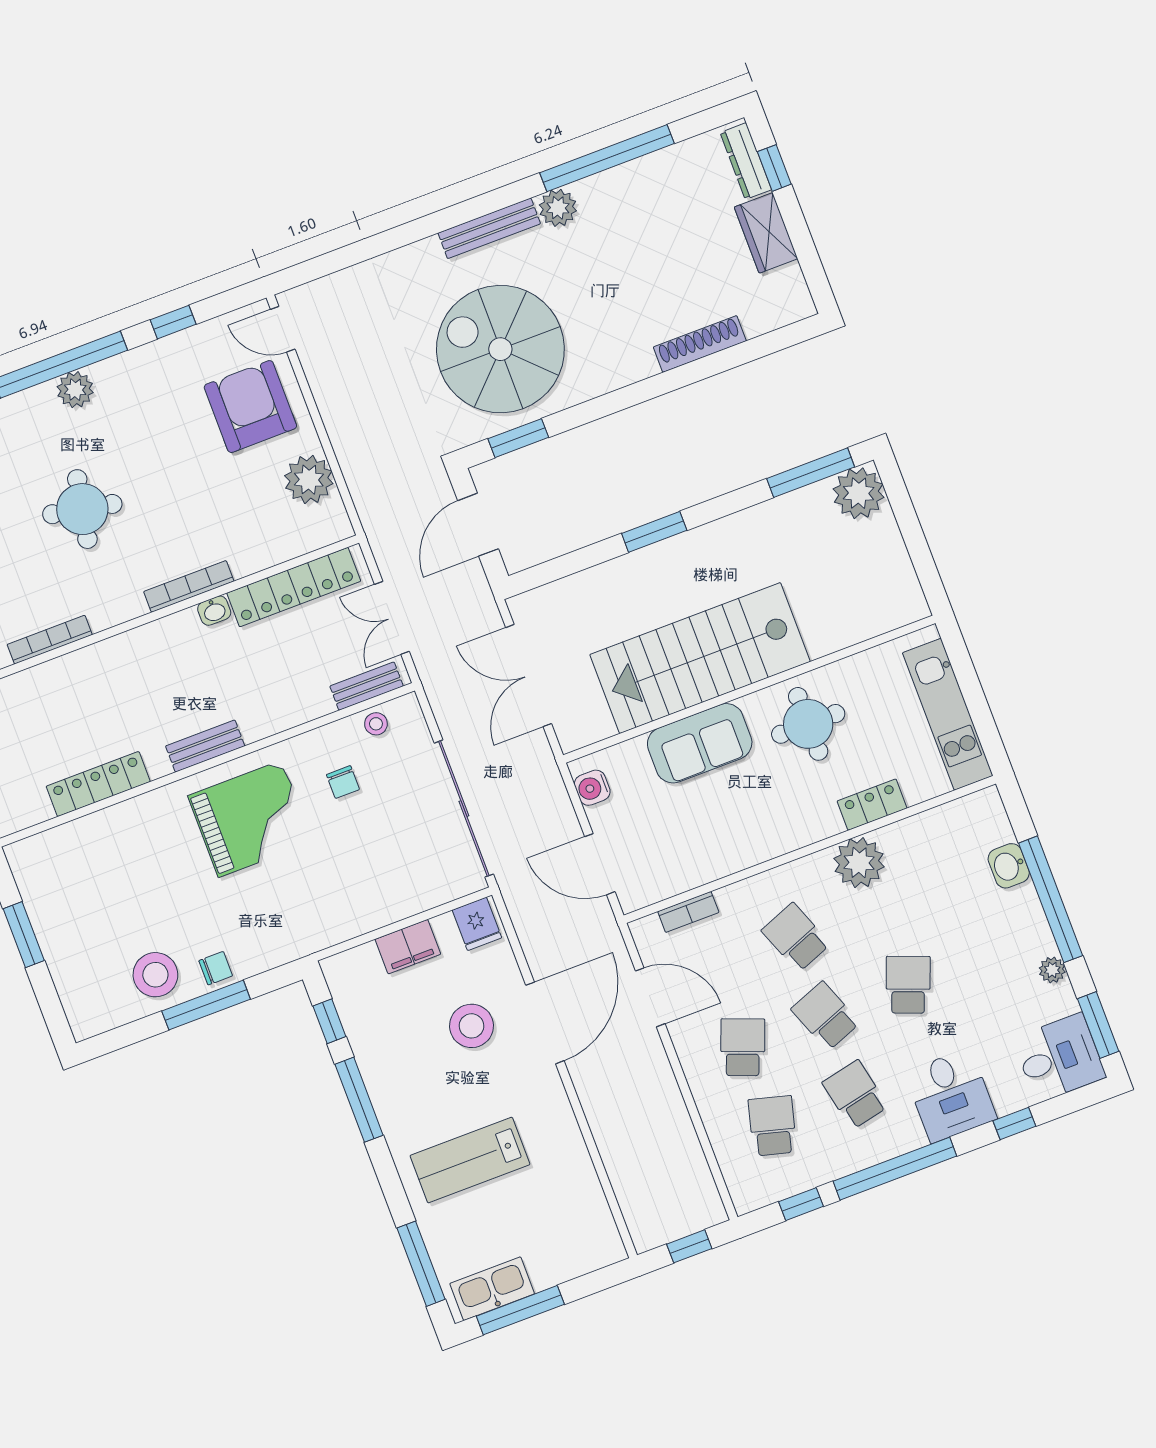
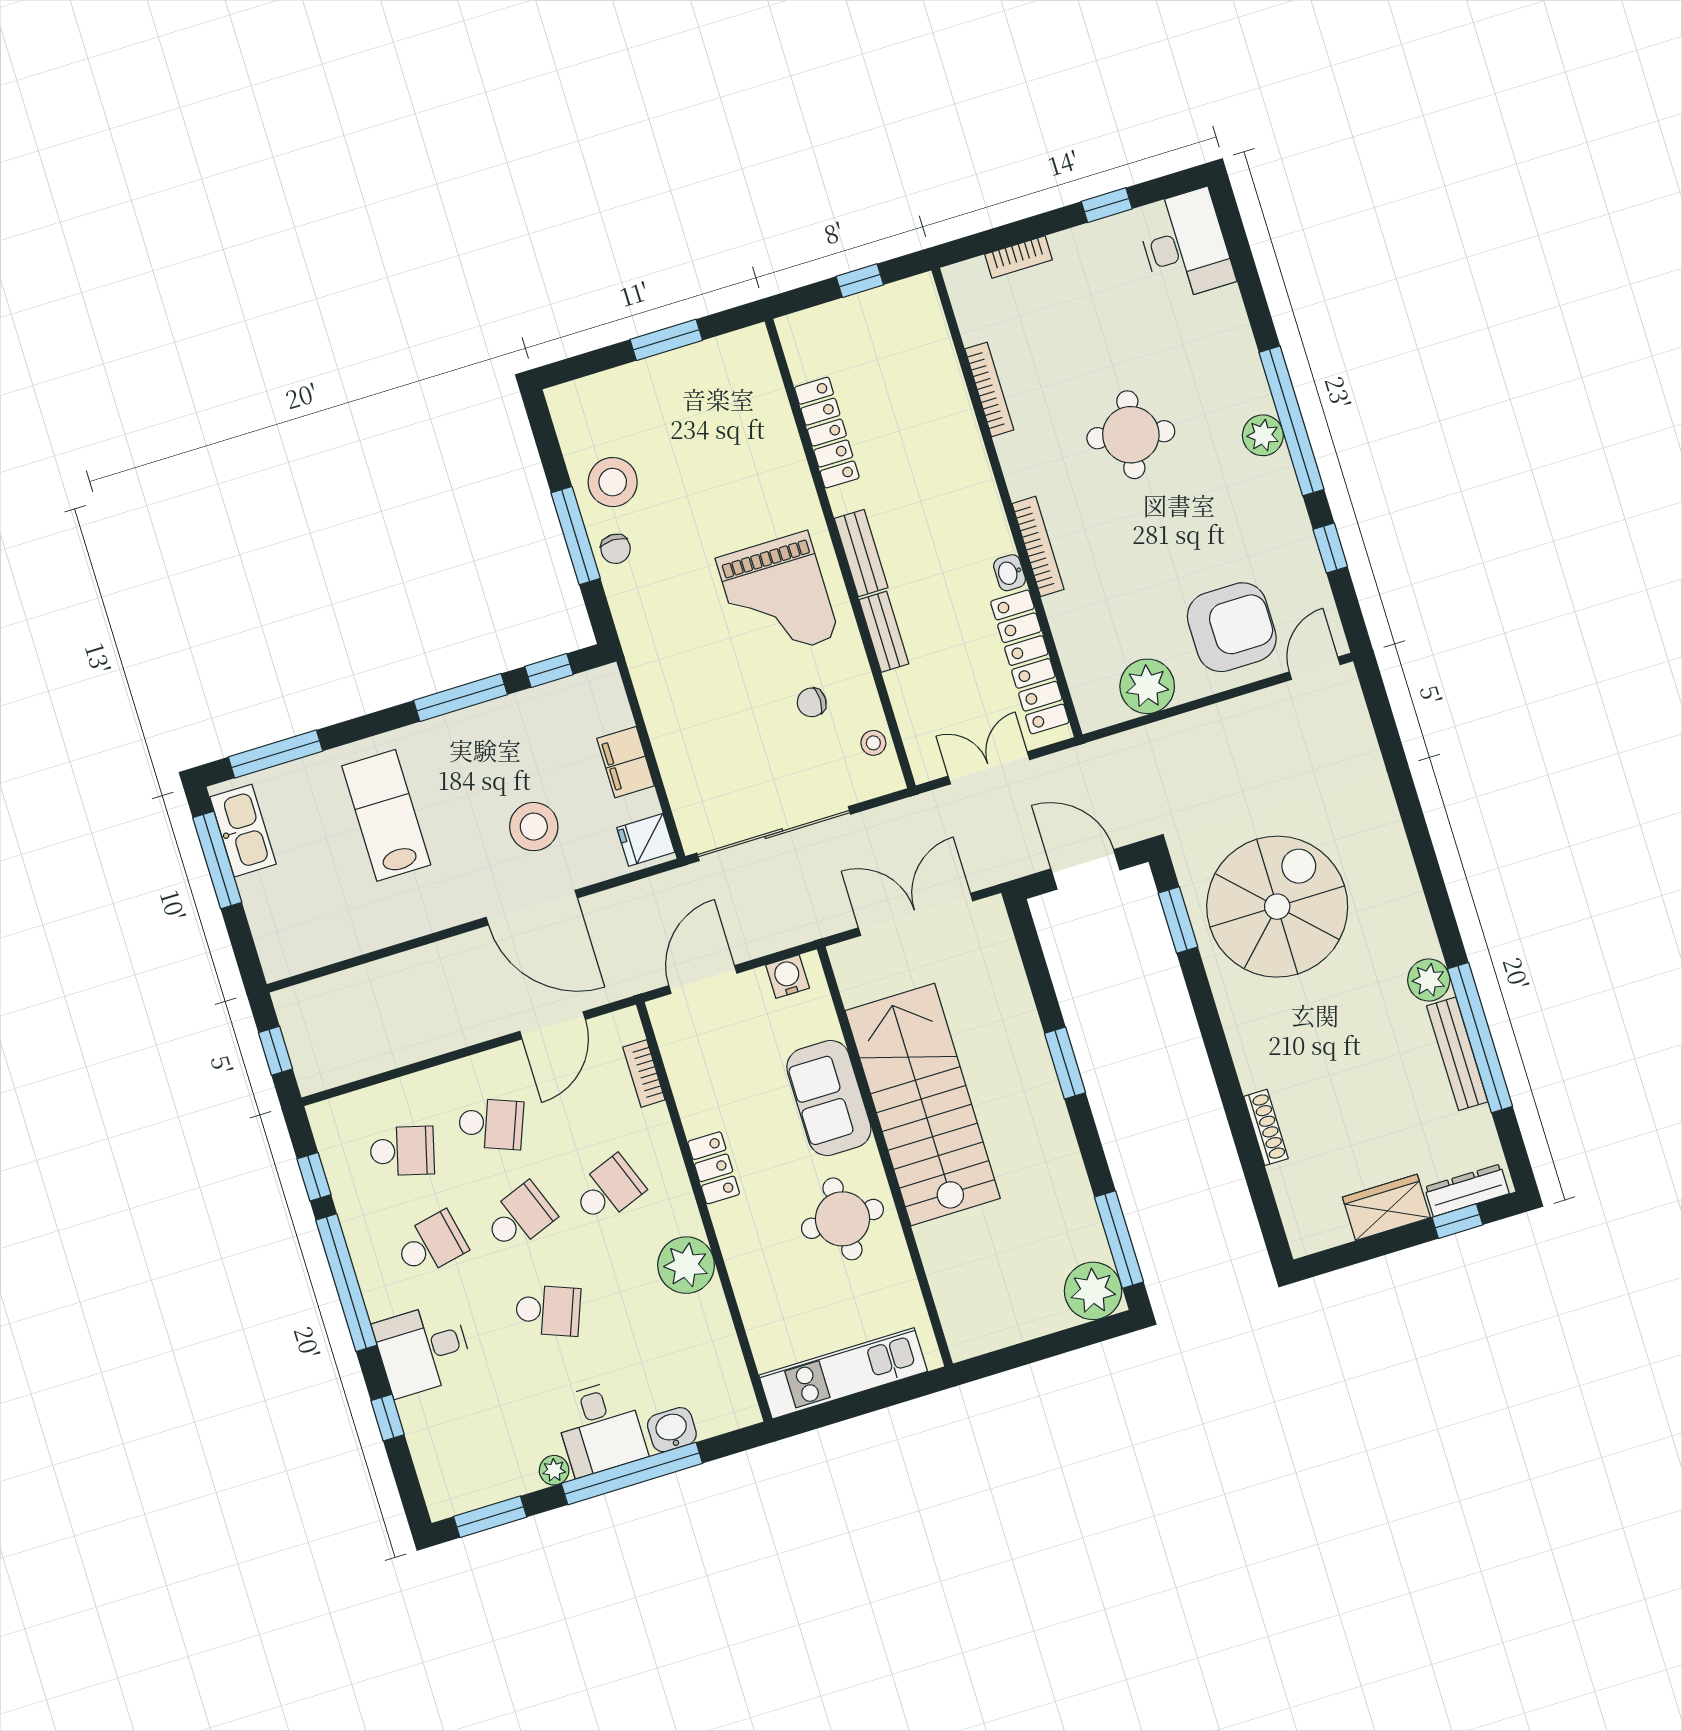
bench: (489, 228) -> (1457, 1054), moved
shoe rack: (700, 344) -> (1266, 1127), width x0.74, depth x0.81
bench: (367, 686) -> (884, 632), moved
locker: (872, 805) -> (714, 1168), moved
desk: (1059, 1058) -> (600, 1428), moved

